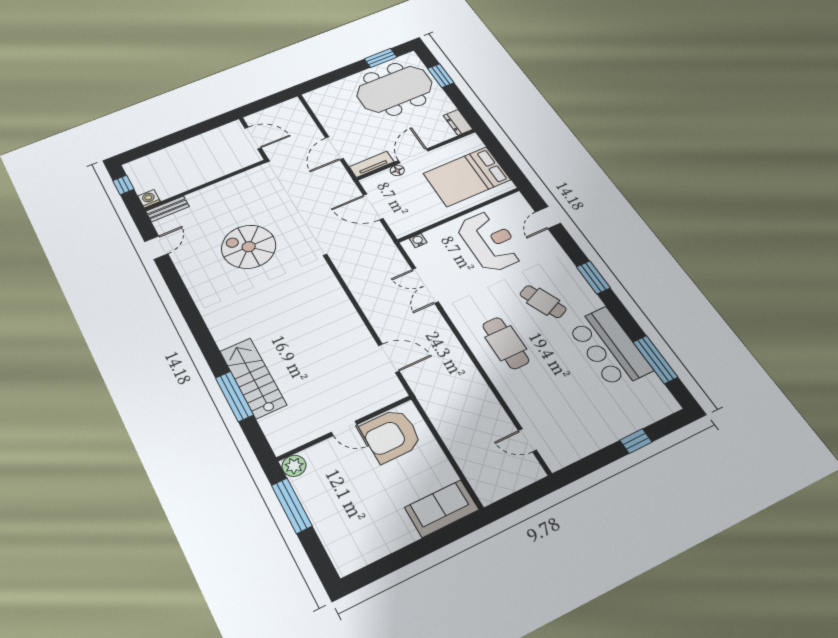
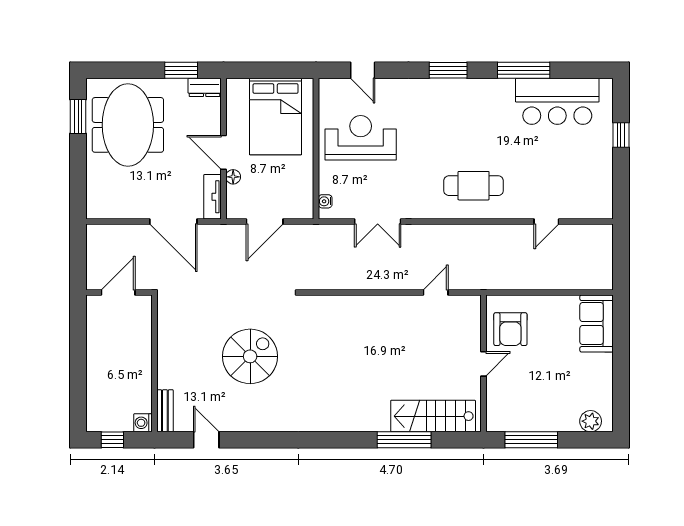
window: (441, 76) -> (181, 70), moved
door: (334, 148) -> (173, 222), width x1.36
spiral stairs: (249, 247) -> (250, 356), turned 180
cafe table: (543, 302) -> (449, 129), removed
bar counter: (609, 348) -> (557, 101), moved
door: (389, 358) -> (436, 293), width x0.73
window: (655, 360) -> (524, 70), moved
stairs: (253, 378) -> (433, 416), moved
armchair: (391, 435) -> (510, 329), width x0.73, depth x0.73
door: (527, 440) -> (546, 222), moved
plant: (294, 466) -> (591, 421), moved

